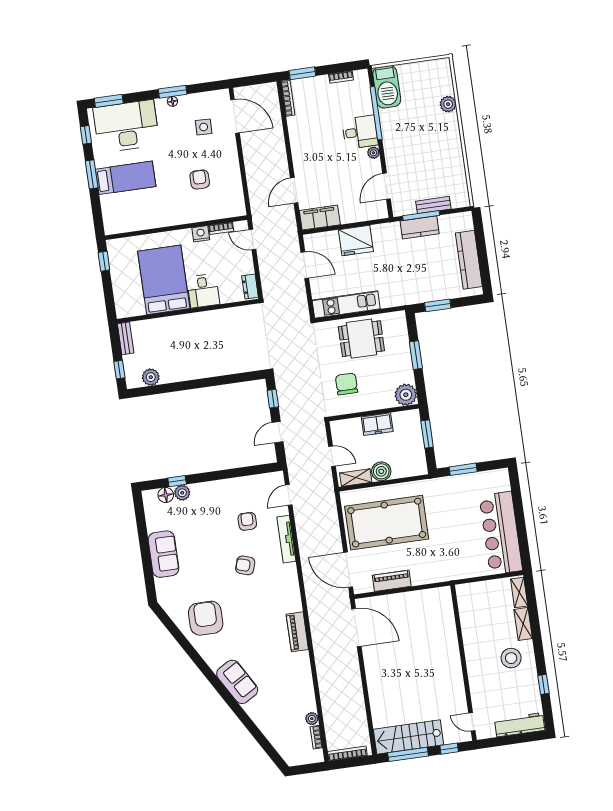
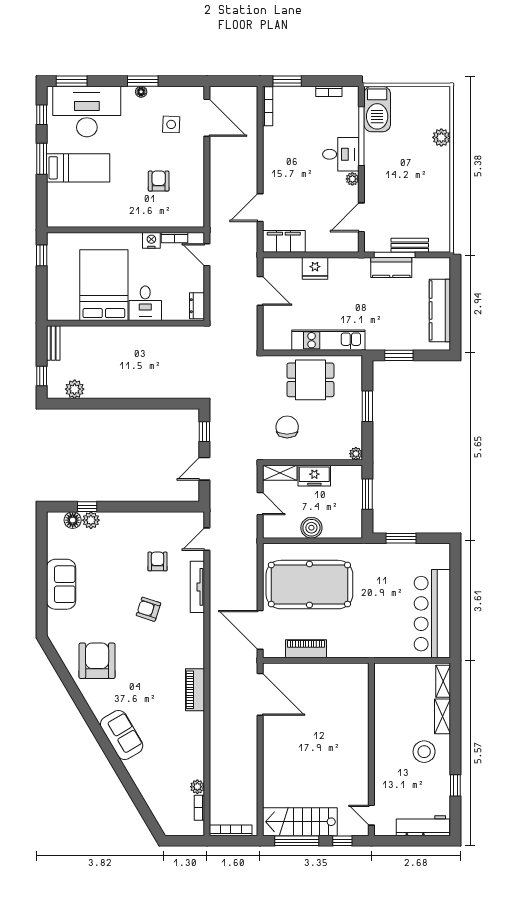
fridge: (356, 241) -> (315, 268), width x0.73, depth x0.75
kitchen unit: (346, 304) -> (328, 340), moved
plant: (406, 395) -> (356, 454), width x0.53, depth x0.53
shelving: (356, 478) -> (280, 473), moved

